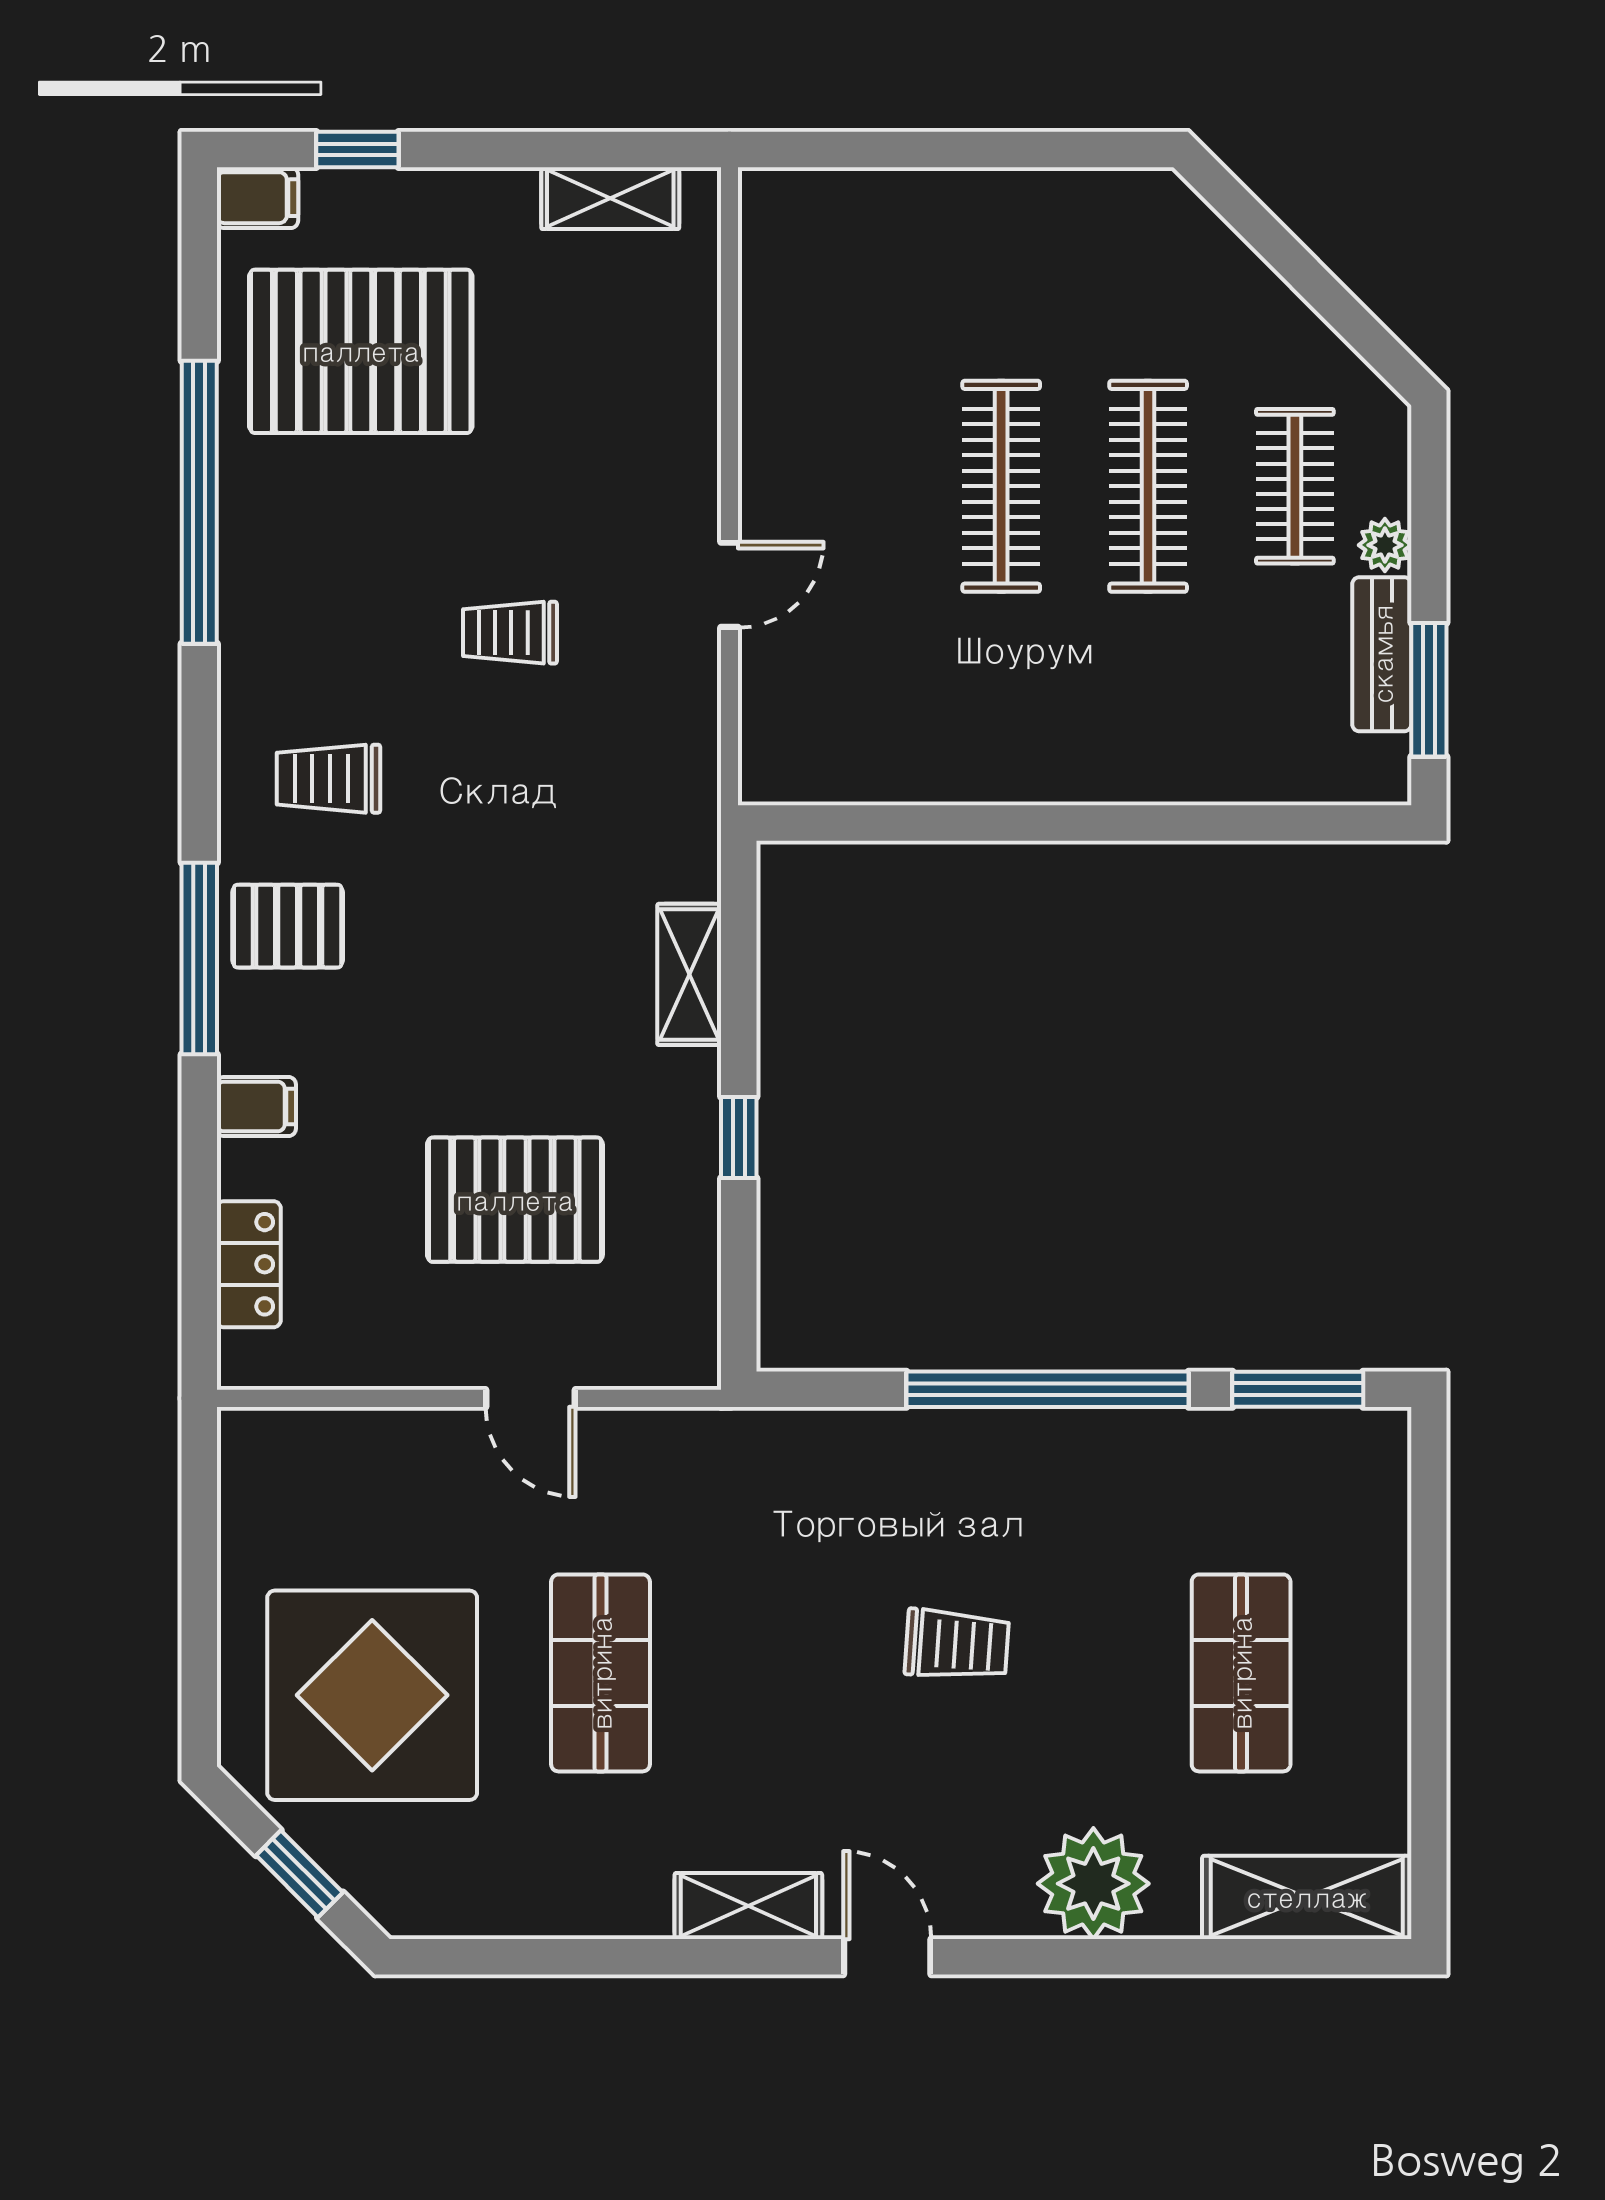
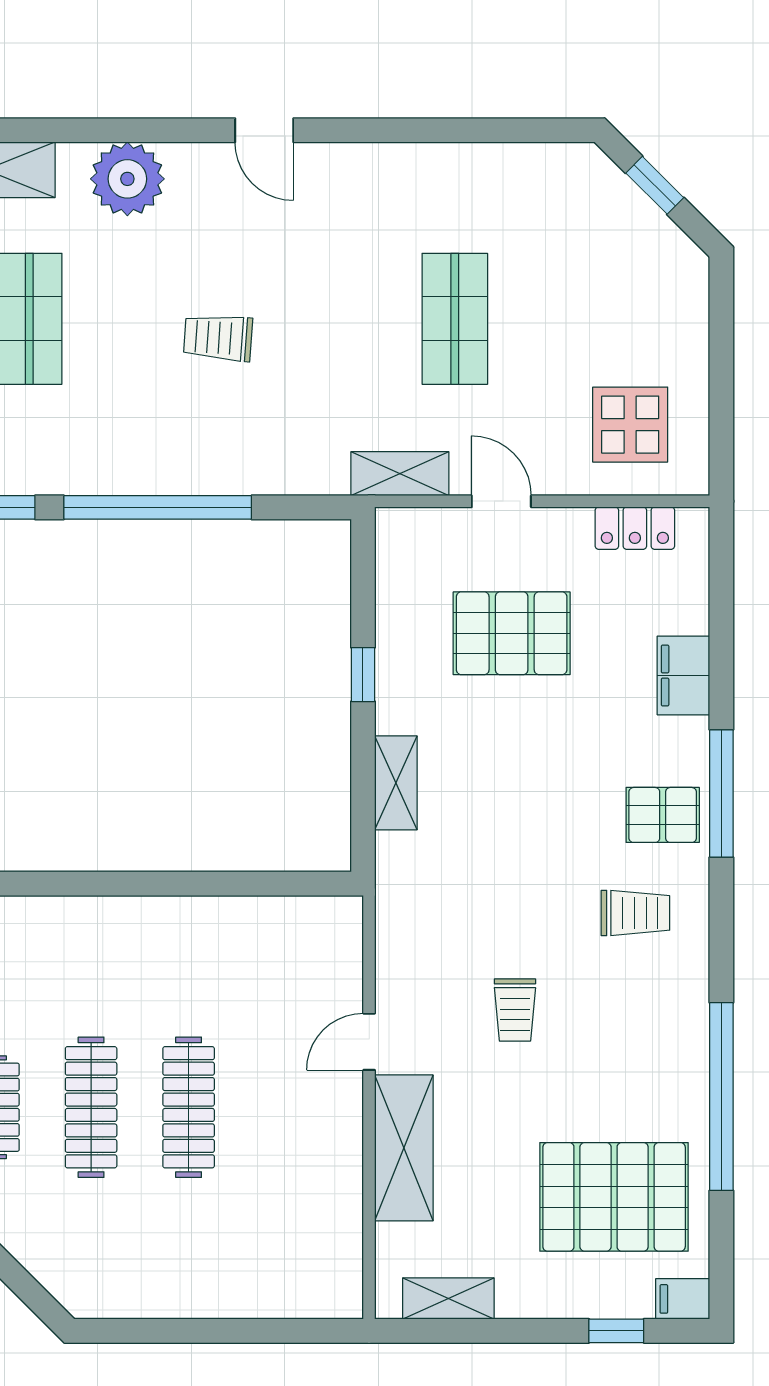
shelving: (677, 425) -> (404, 1148), added
trolley: (510, 633) -> (515, 1010), turned 90
filing cabinet: (256, 1106) -> (683, 675), width x2.00
locker: (249, 1264) -> (635, 528), moved, turned -90
display table: (372, 1695) -> (630, 425), moved, width x0.54, depth x0.54
shelving: (748, 1906) -> (400, 474), moved

